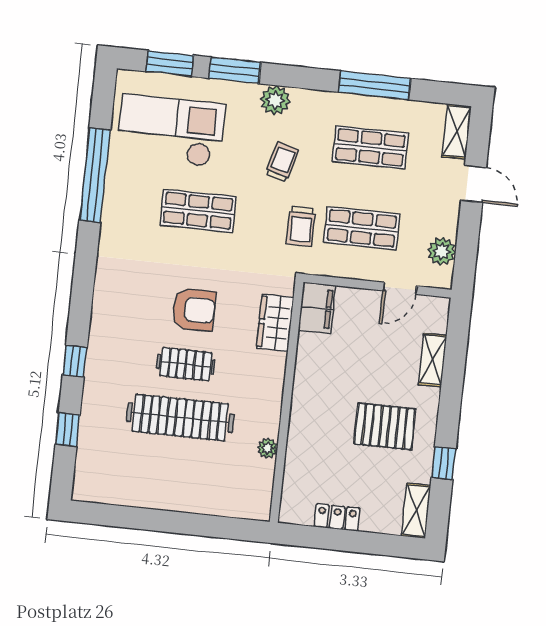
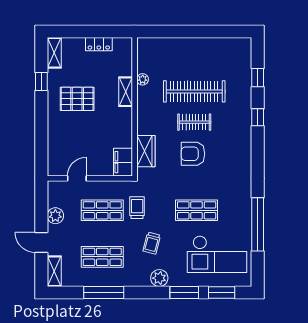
plant: (442, 251) -> (55, 216), moved
shelving: (433, 360) -> (126, 92), moved

